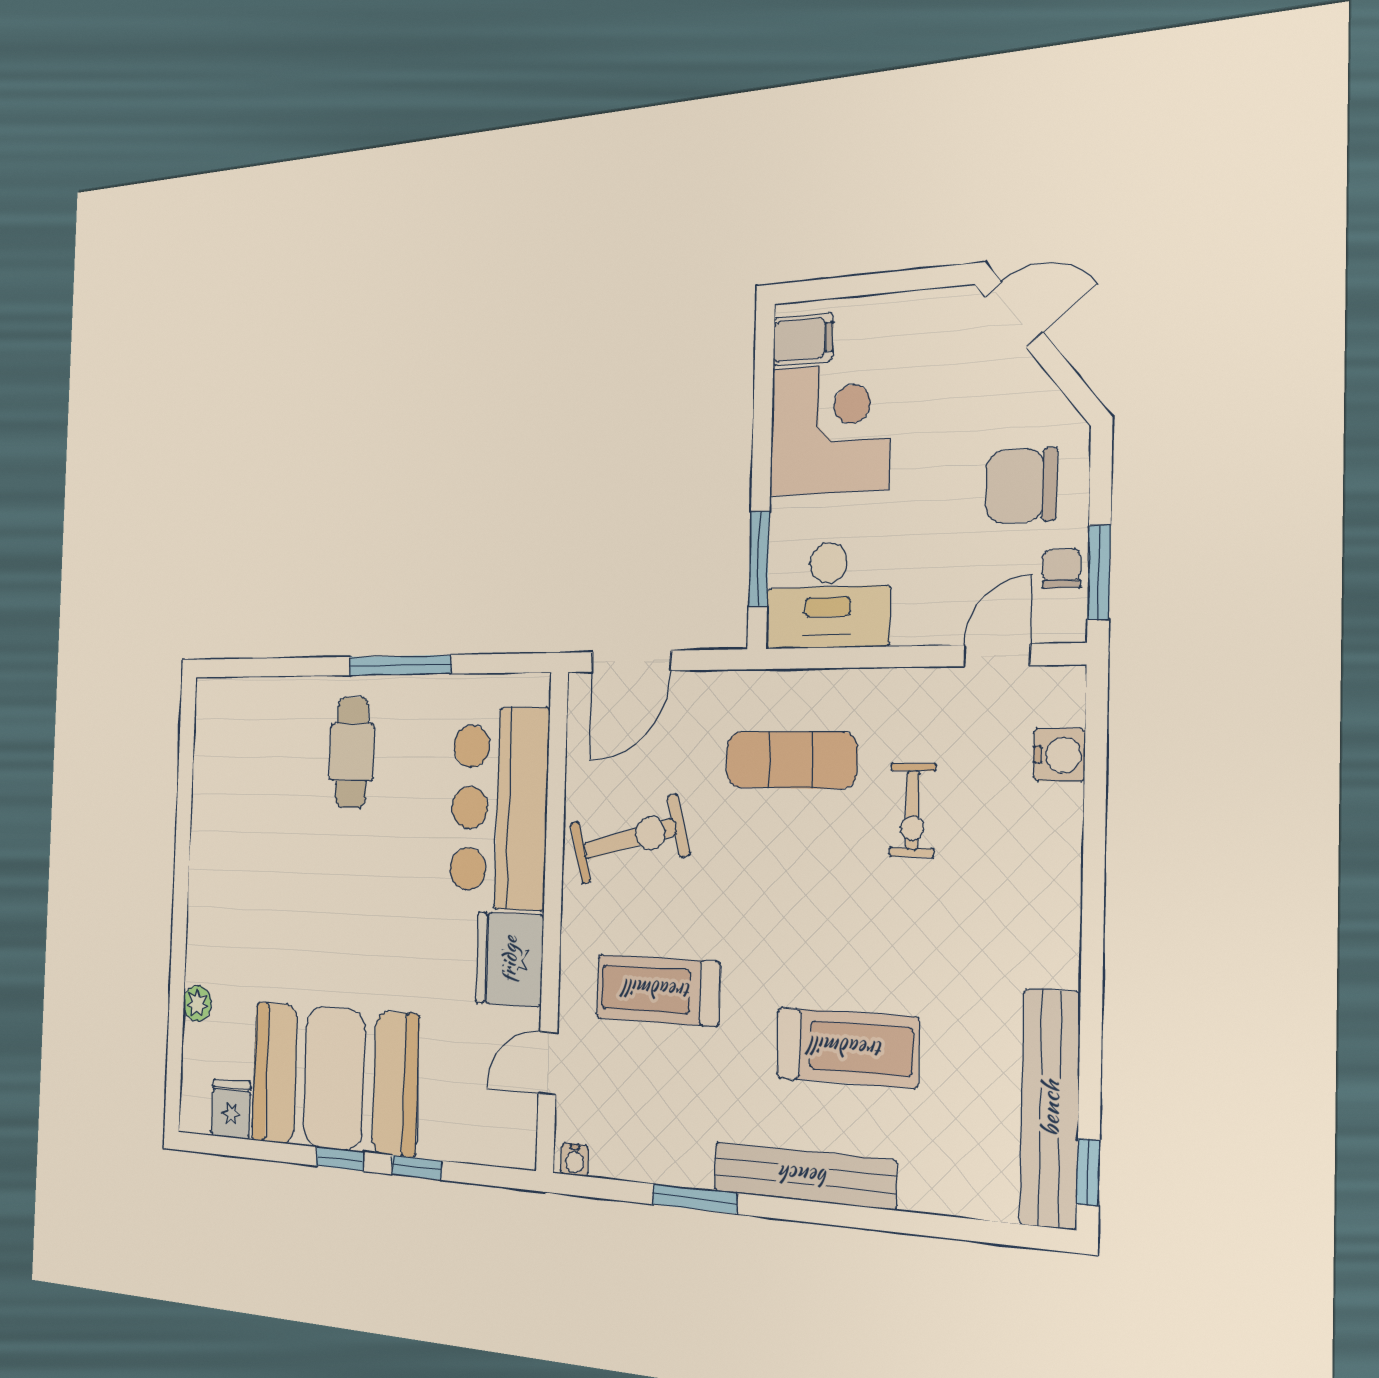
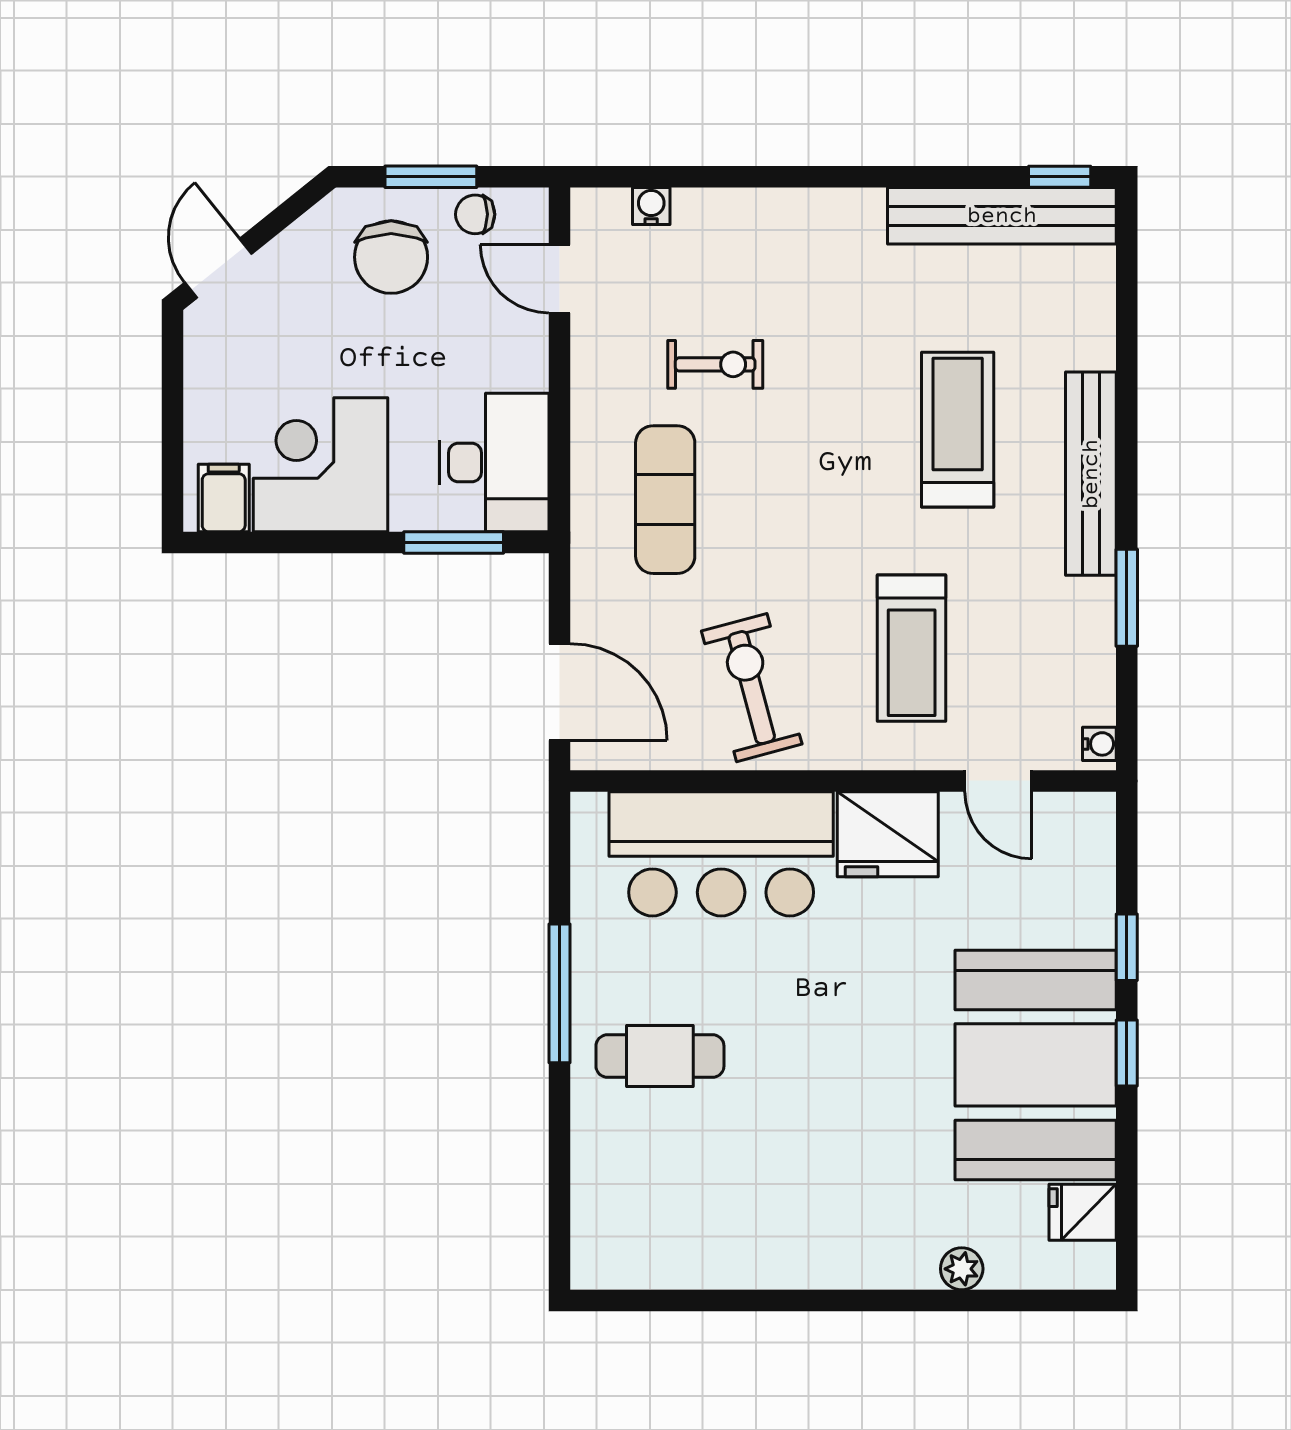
window: (1099, 573) -> (431, 177), moved
water cooler: (1059, 755) -> (651, 206), width x0.72, depth x0.72

